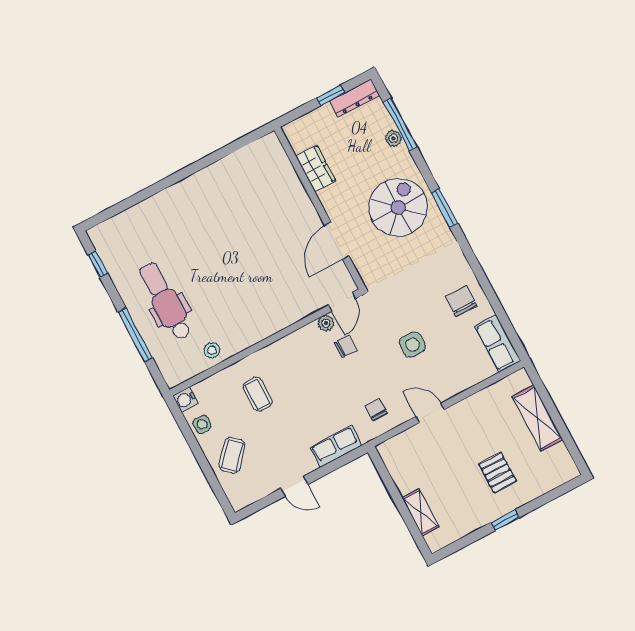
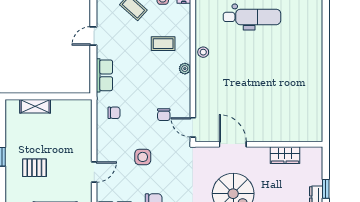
plant: (326, 323) -> (185, 69), moved
stool: (212, 350) -> (203, 52), moved
door: (430, 413) -> (94, 172), moved

